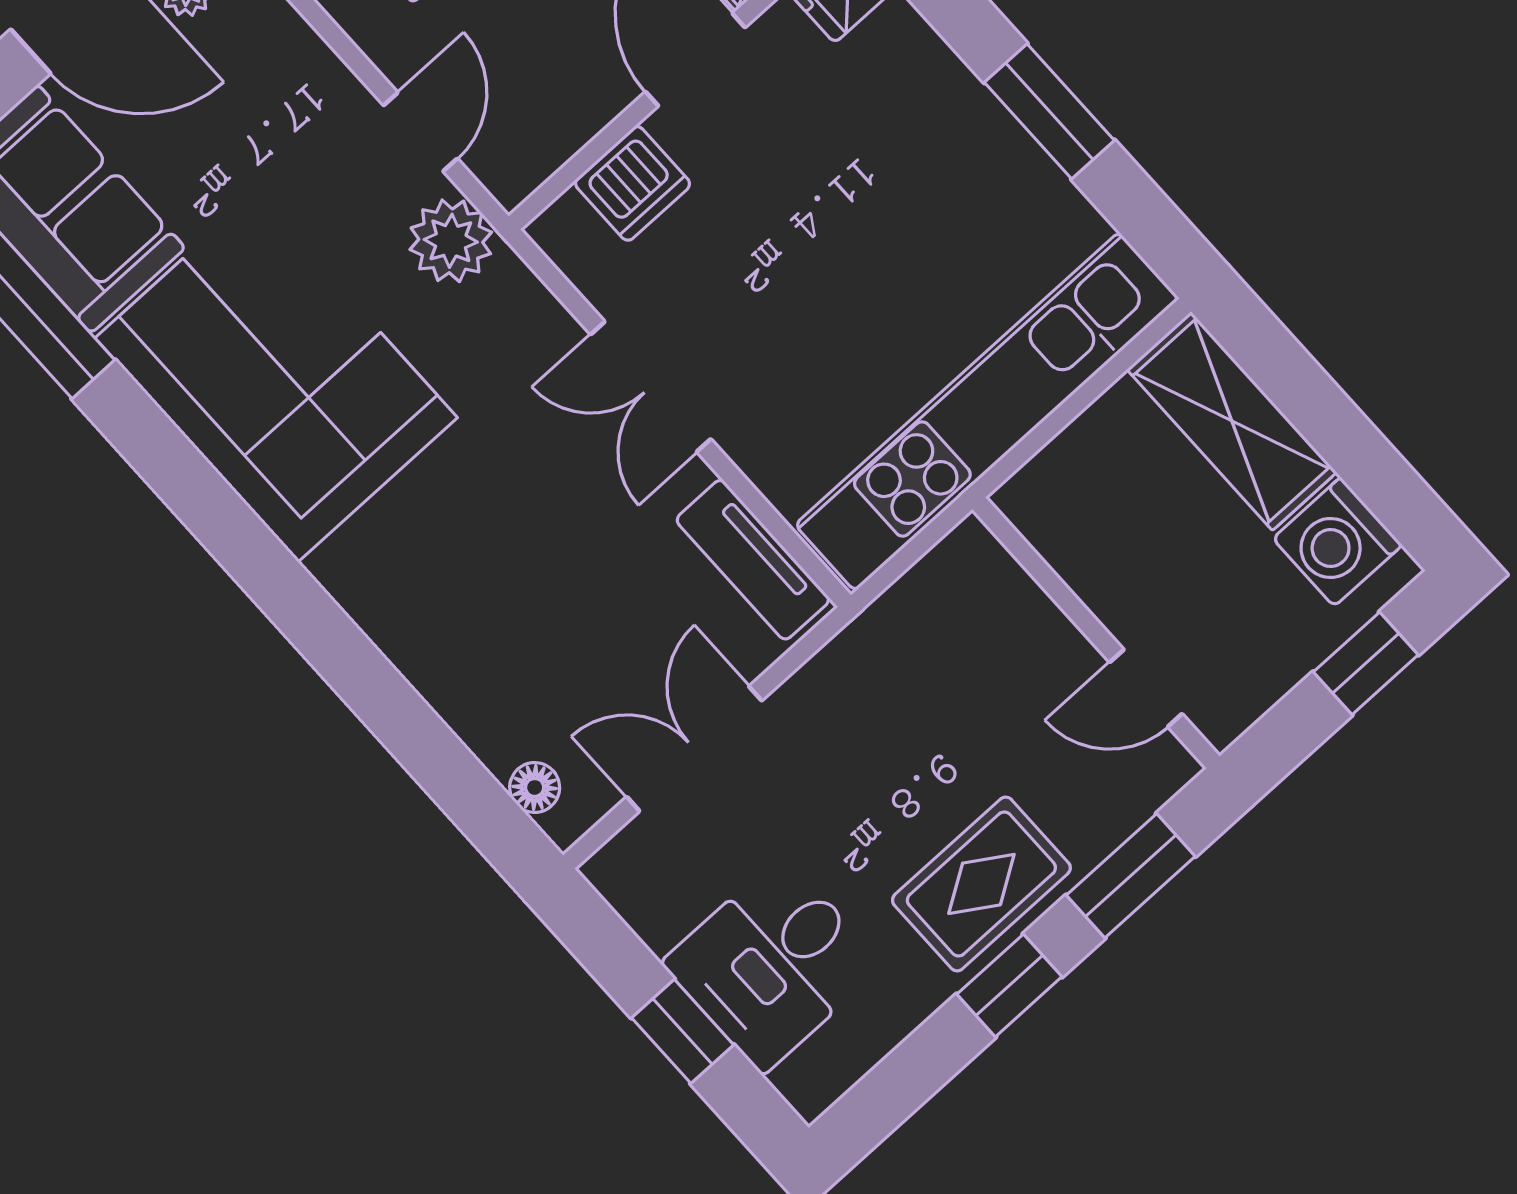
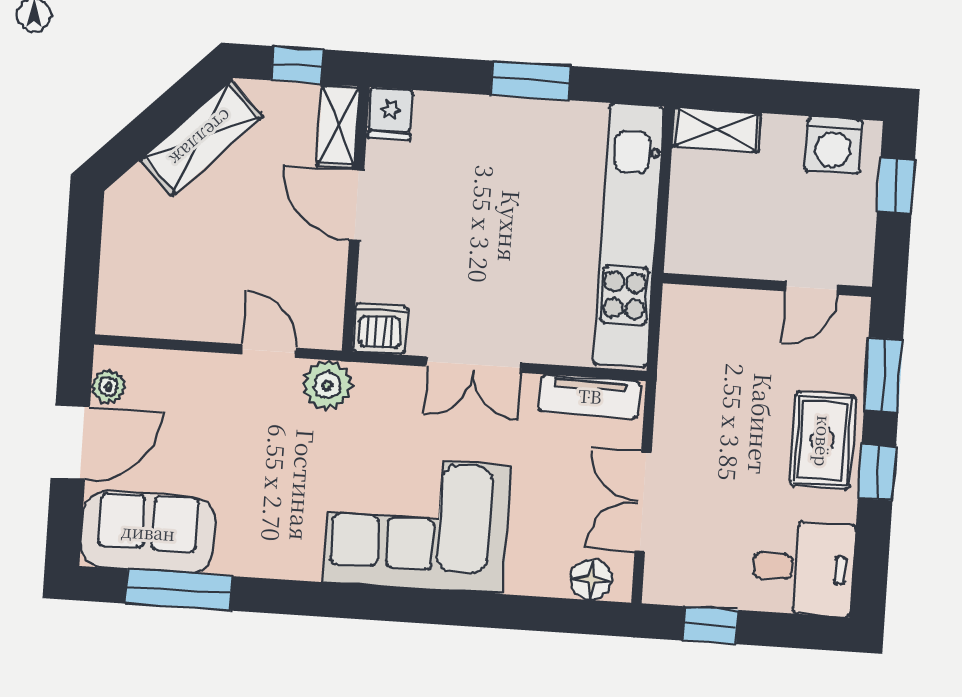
dishwasher: (632, 183) -> (380, 329), moved, turned -90
corner sofa: (276, 378) -> (417, 524), moved
shelving: (1232, 421) -> (716, 130), width x0.67, depth x0.75
floor lamp: (535, 787) -> (591, 580), width x1.37, depth x1.37
desk: (773, 964) -> (804, 568), moved, turned -90
window: (683, 1031) -> (711, 625), moved

